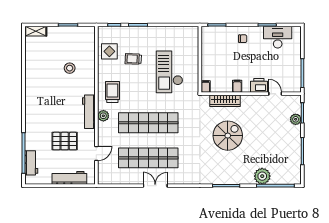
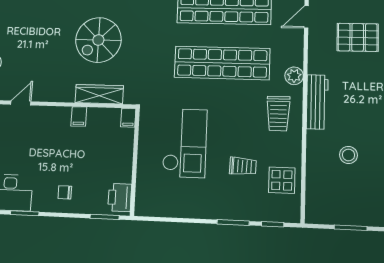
printer: (259, 85) -> (120, 197), moved, turned 90
door: (275, 94) -> (21, 103), swing flipped
workbench: (89, 112) -> (317, 102), moved

